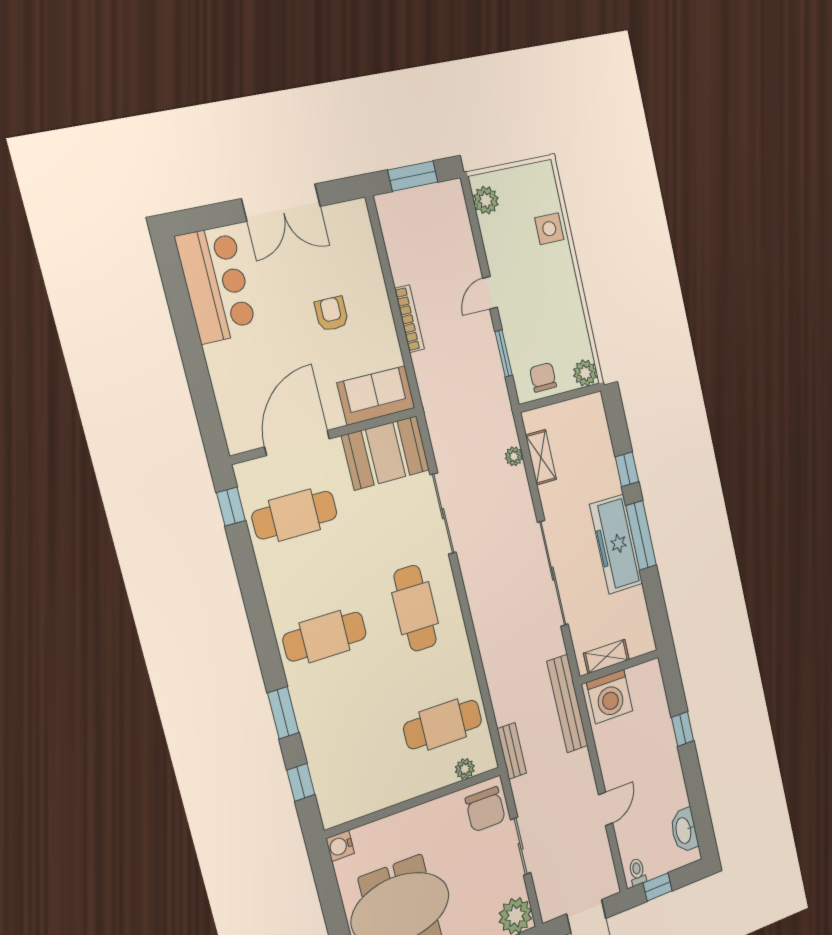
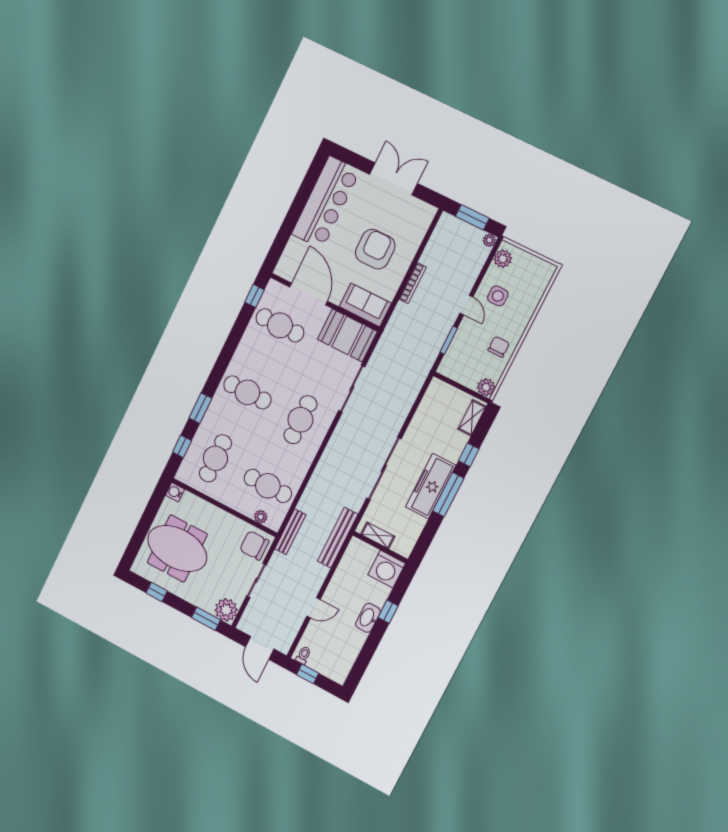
double door: (281, 202) -> (393, 179), swing flipped
side table: (549, 229) -> (498, 296), moved
bar counter: (216, 284) -> (326, 203), width x1.36
door: (490, 293) -> (466, 305), swing flipped
armchair: (332, 314) -> (375, 249), width x1.88, depth x1.88
chair: (543, 377) -> (499, 347), moved
door: (297, 443) -> (309, 294), hinge flipped
plant: (514, 456) -> (489, 240), moved
shelving: (541, 457) -> (472, 418), moved
washing machine: (610, 697) -> (387, 569), moved
bench: (512, 751) -> (290, 532), width x1.36
cafe table: (354, 755) -> (215, 458), added
chair: (485, 809) -> (254, 545), turned 90
washbasin: (684, 830) -> (368, 618), moved

